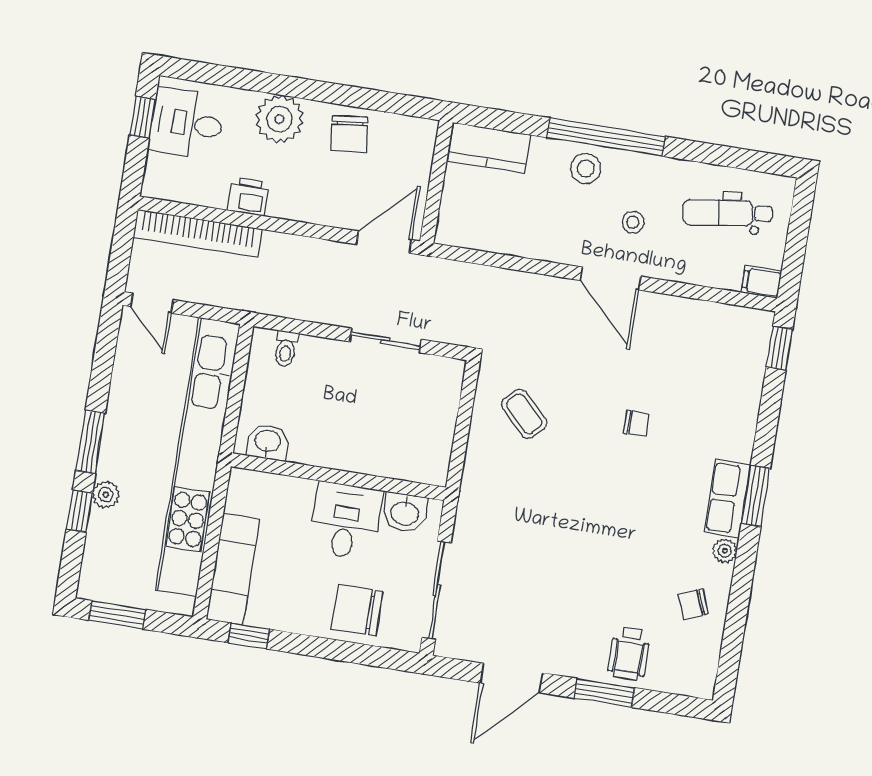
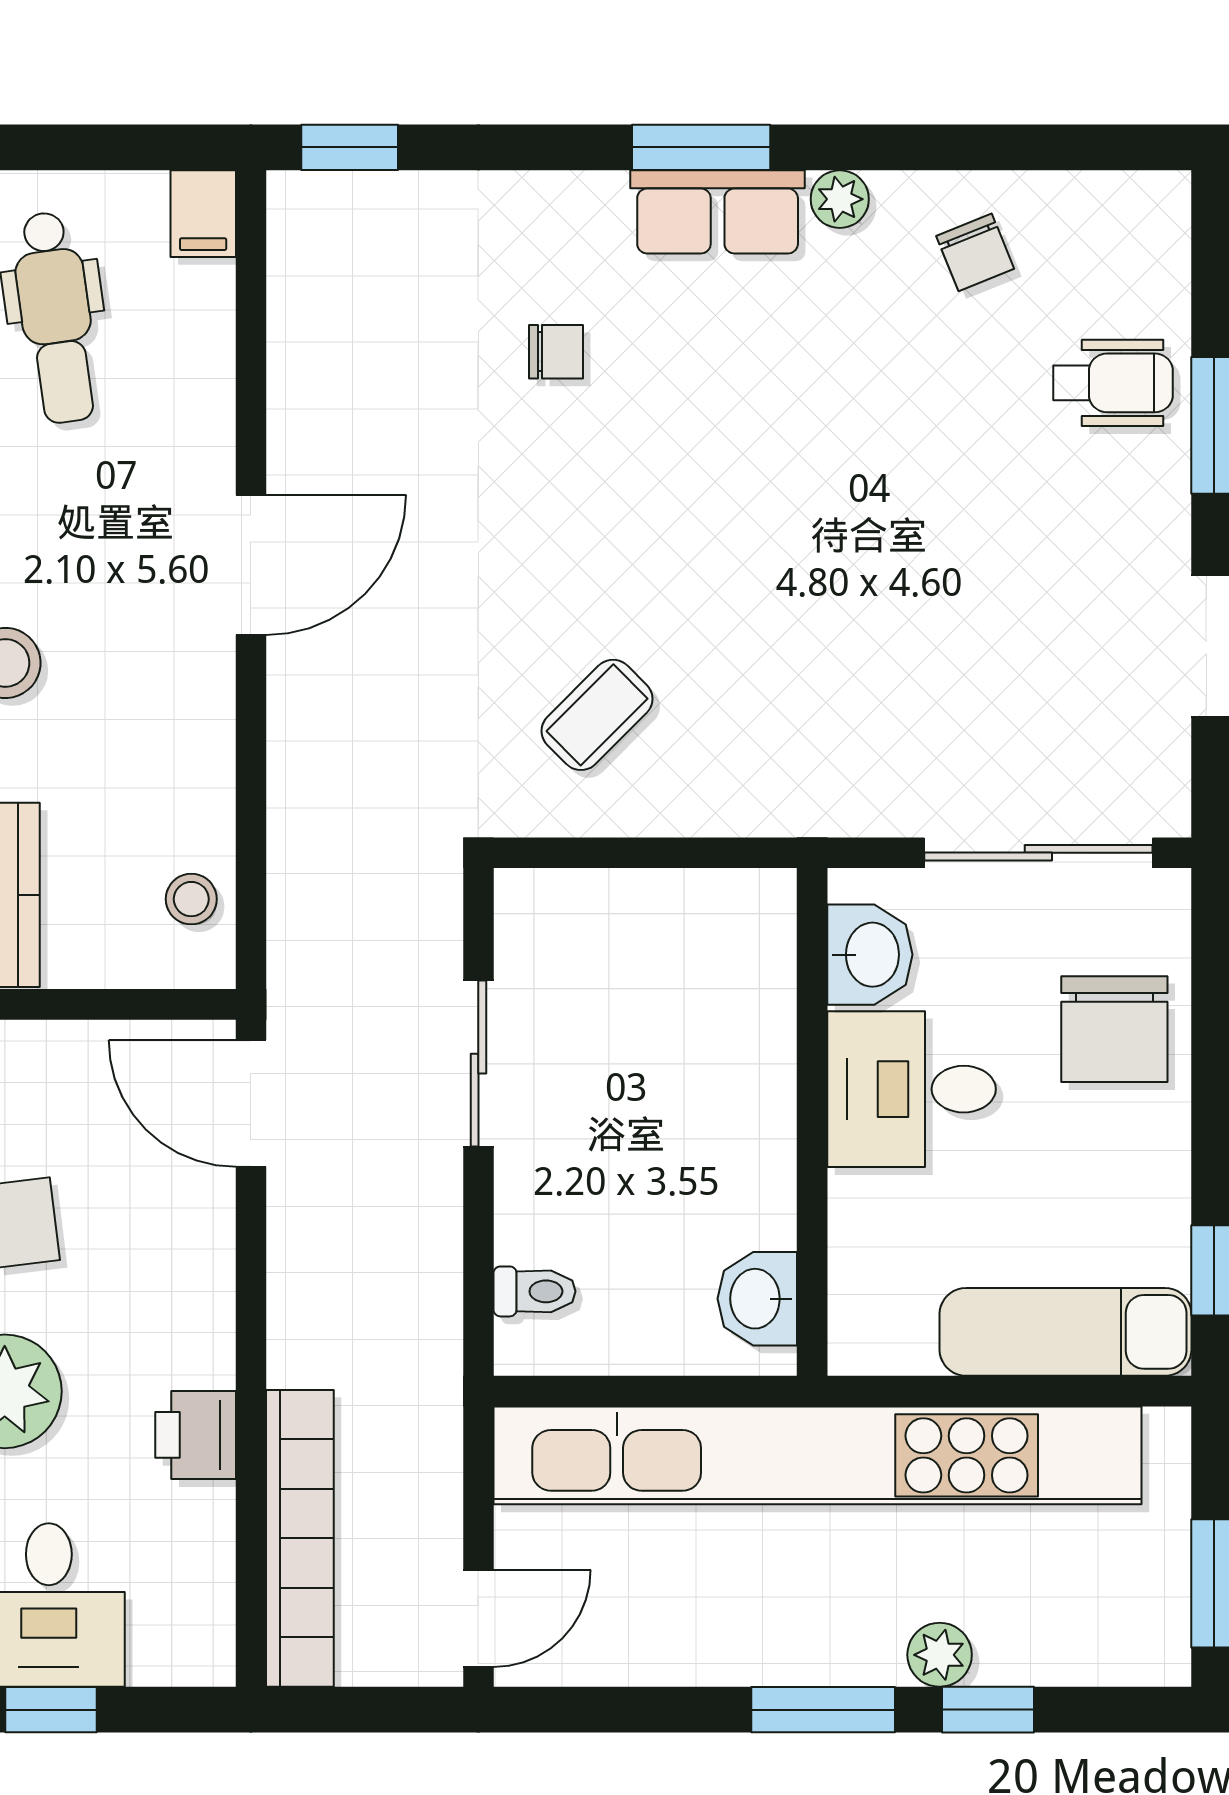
stool: (633, 222) -> (191, 899), moved
chair: (636, 423) -> (556, 352), moved, turned 90

